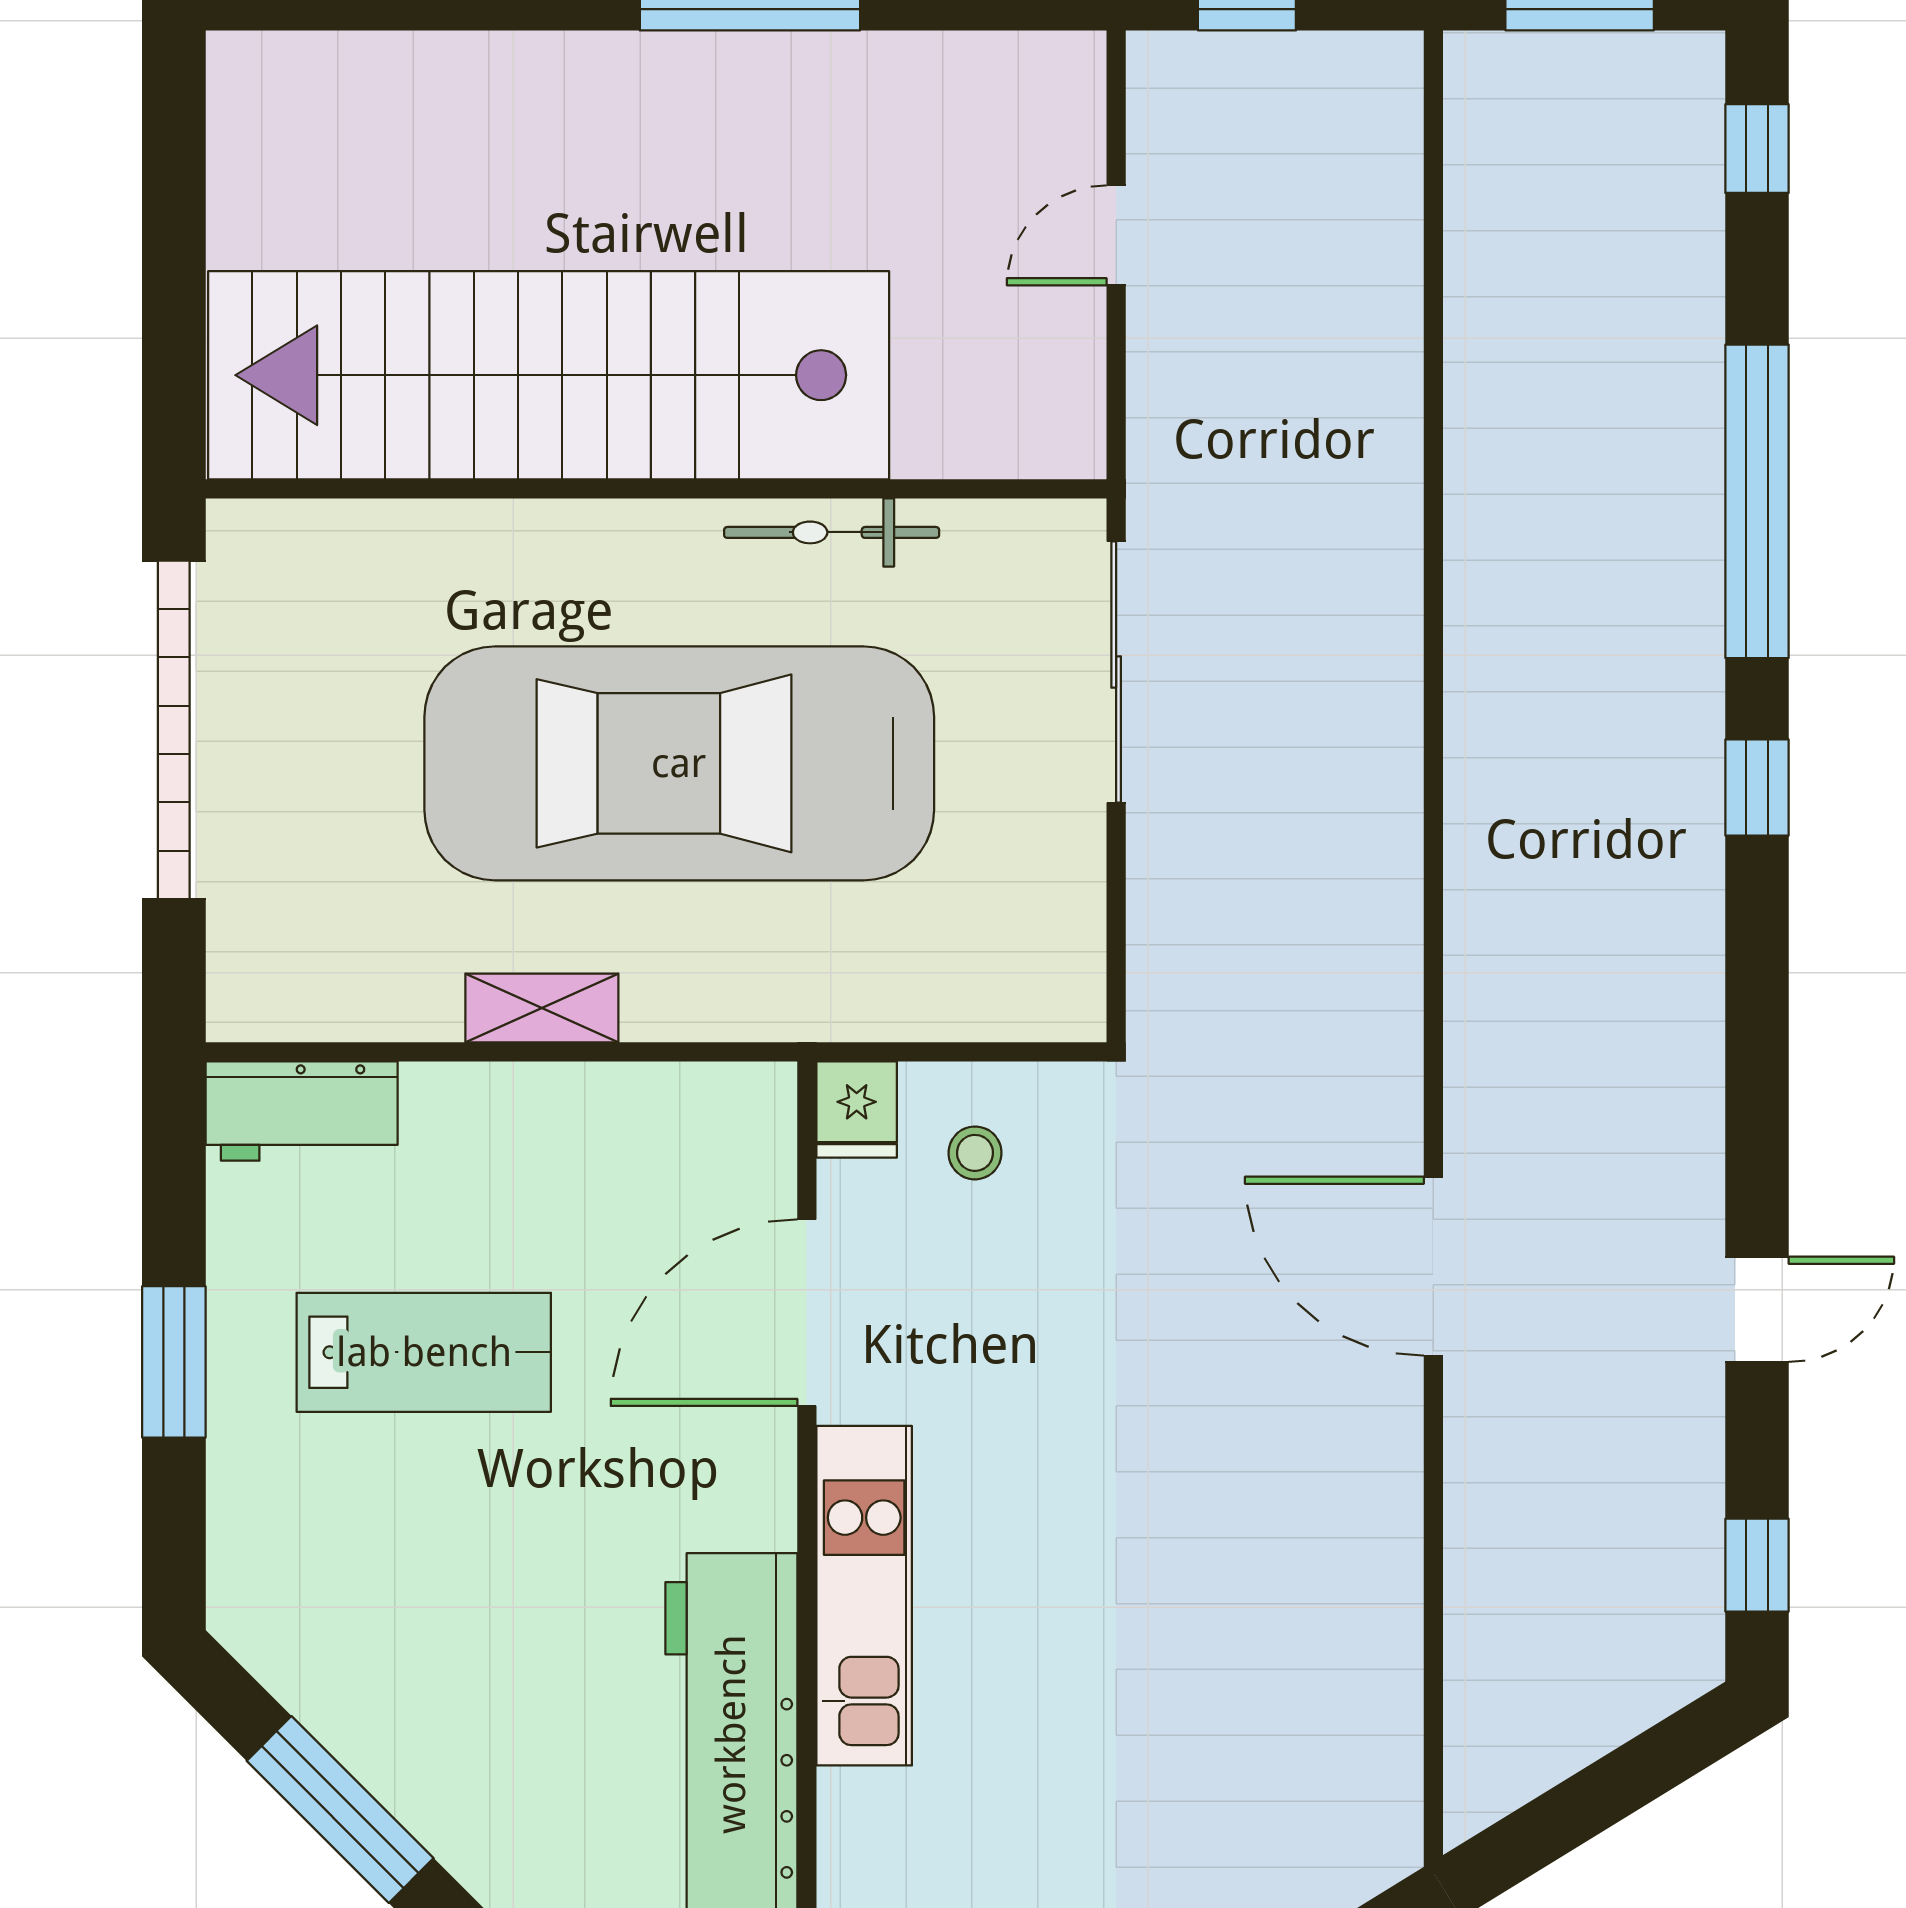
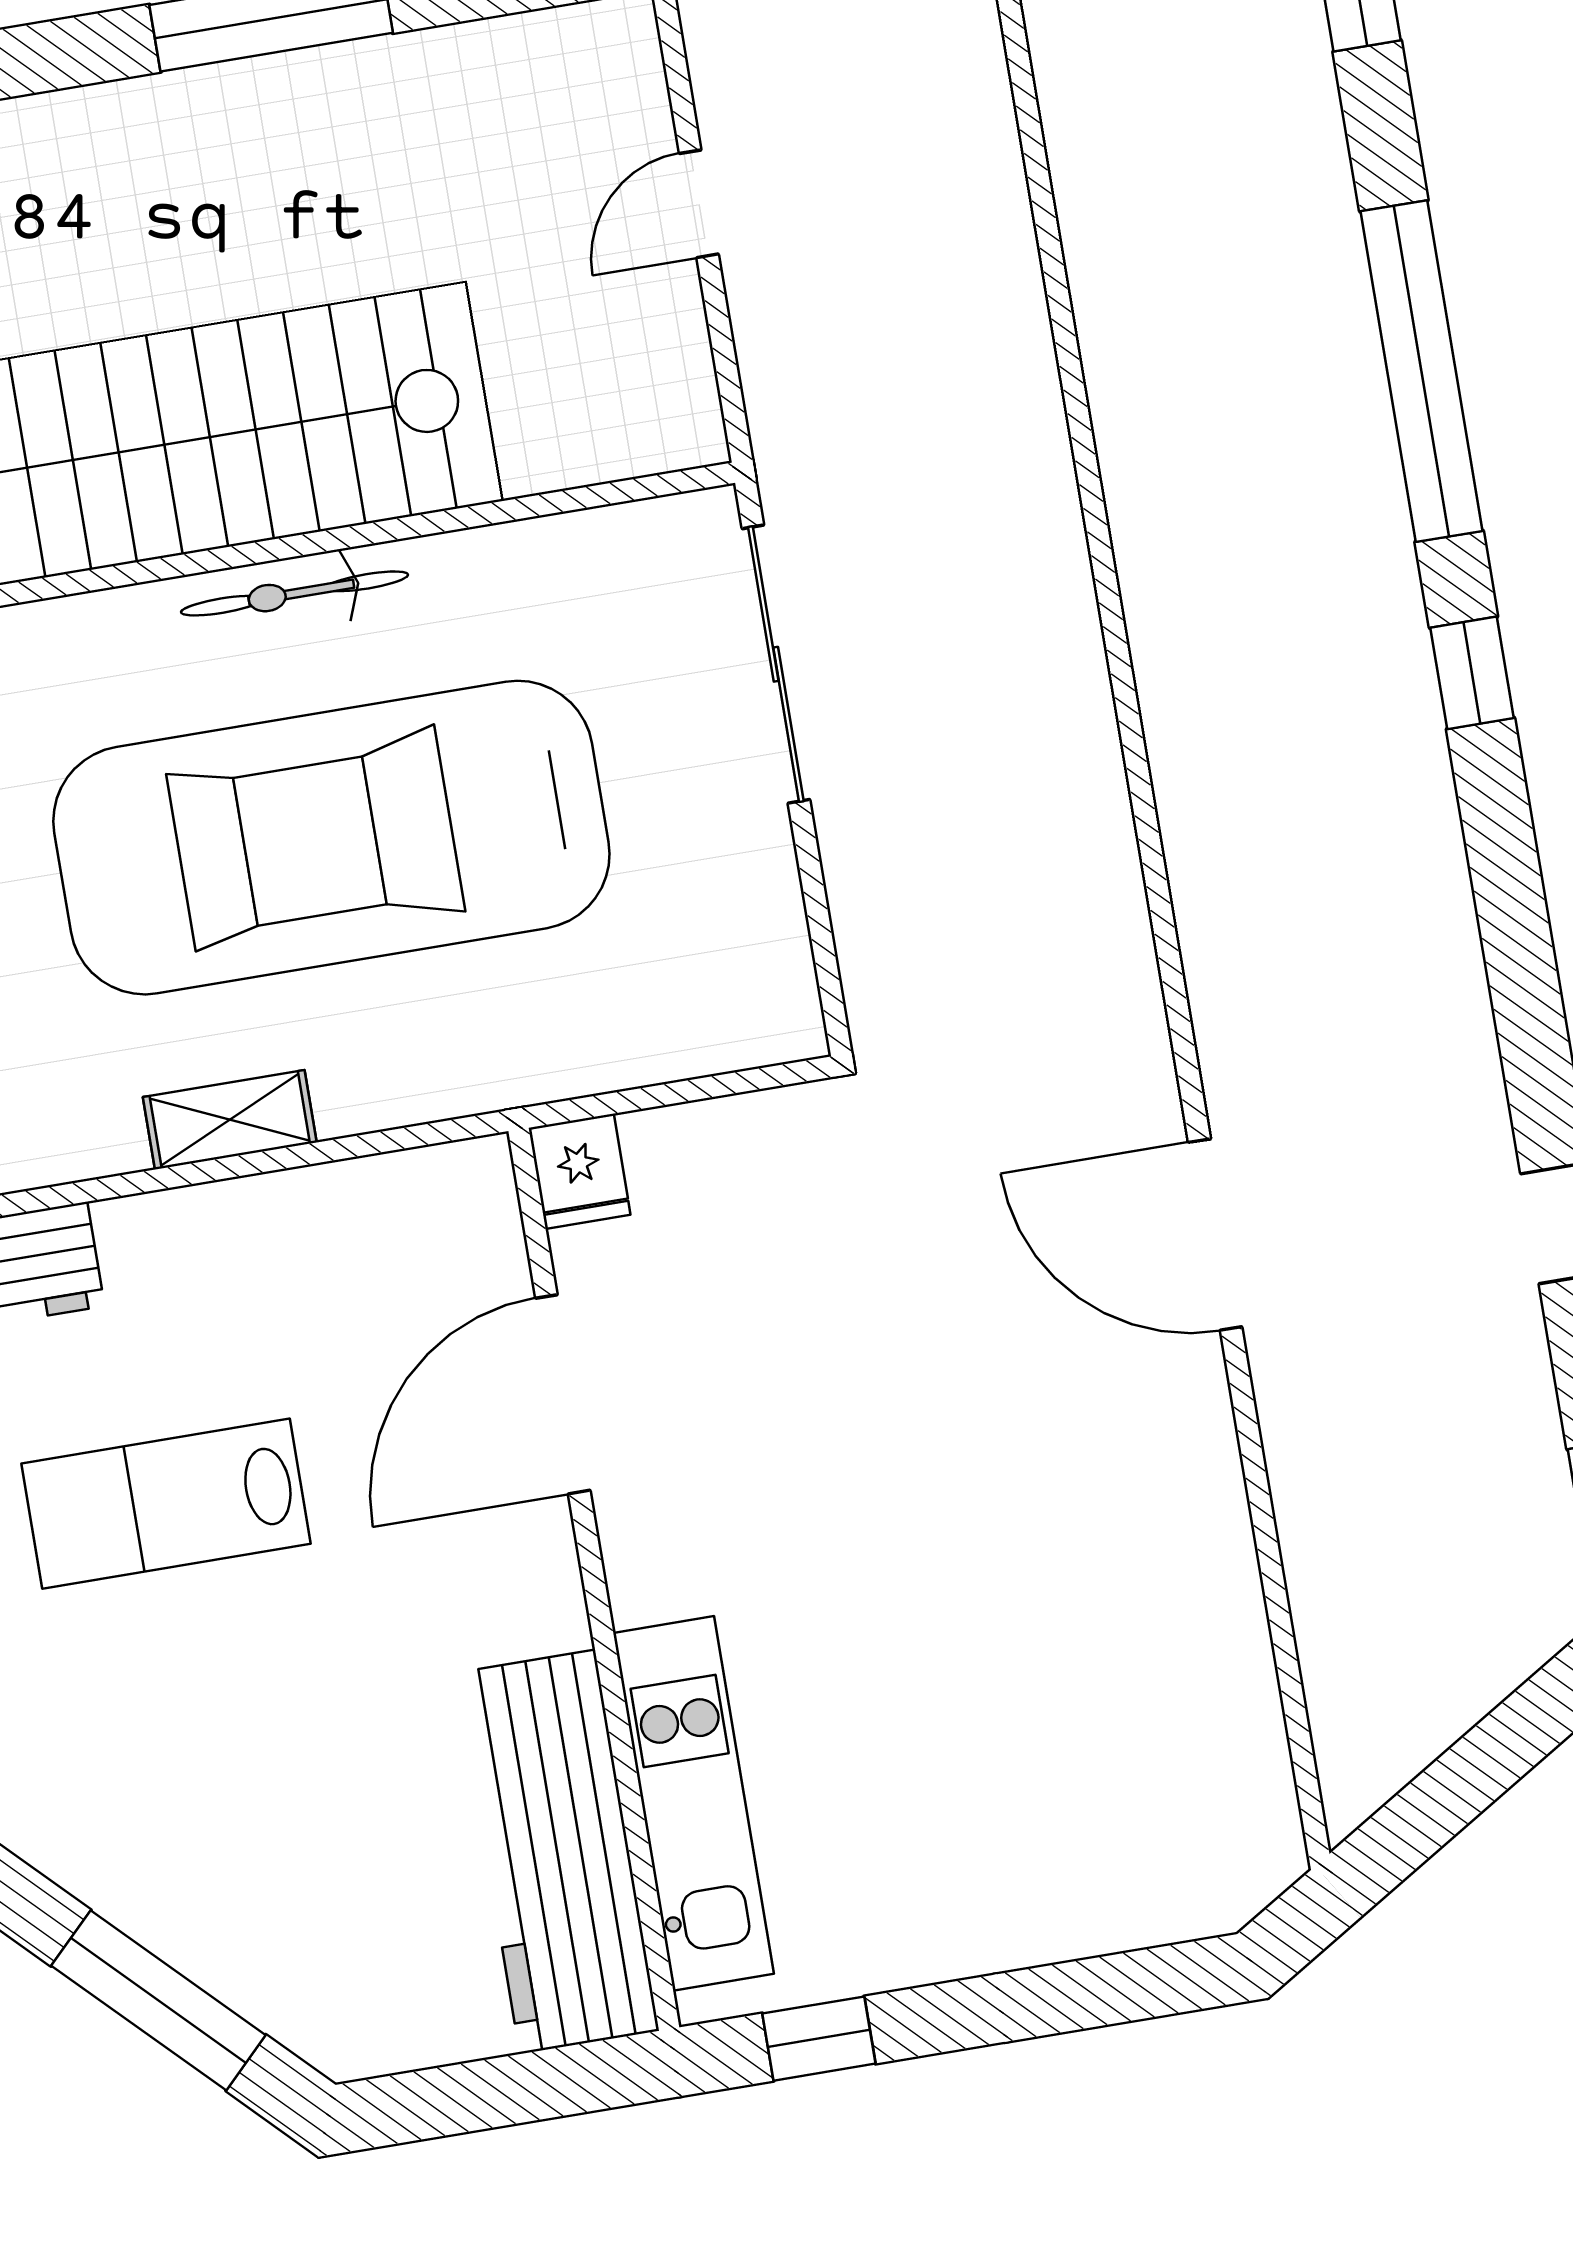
bicycle: (832, 532) -> (294, 593), moved
stool: (975, 1153) -> (712, 1196), removed
lab bench: (424, 1352) -> (166, 1504), turned 180
kitchen unit: (864, 1596) -> (693, 1803), moved

